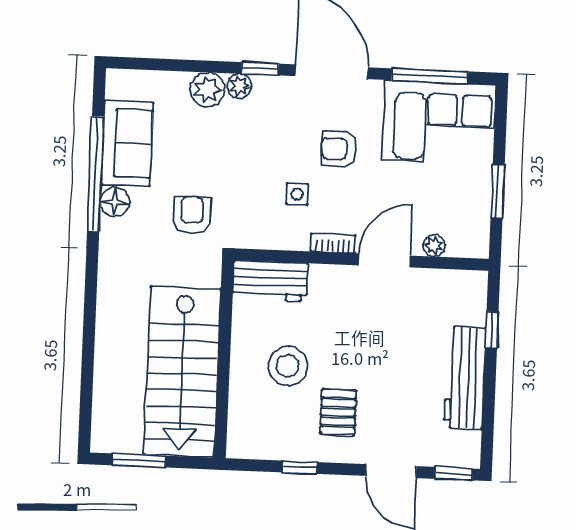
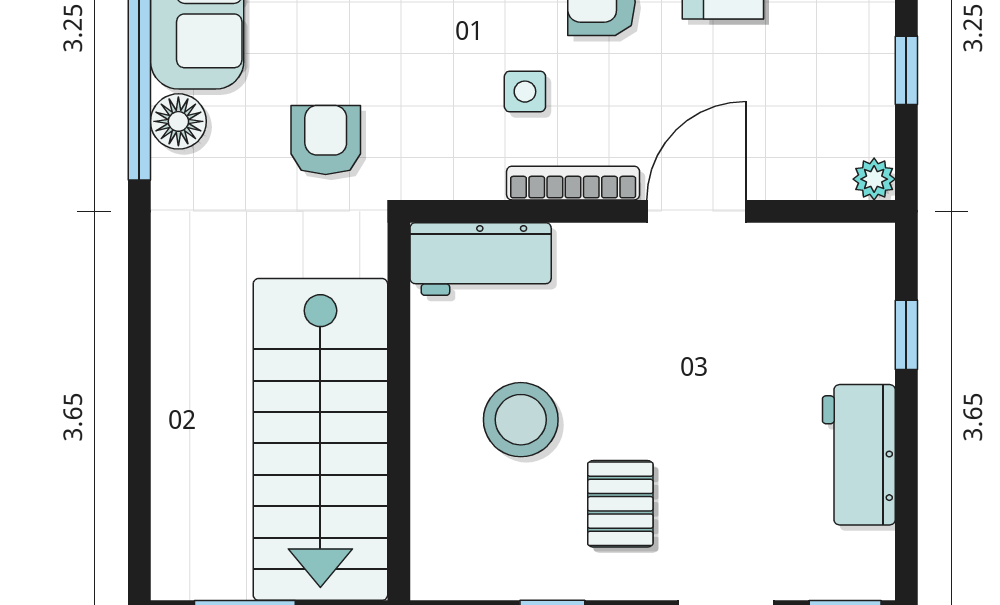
window: (498, 191) -> (906, 70), width x0.67
bookcase: (333, 243) -> (573, 183), width x1.56
plant: (434, 246) -> (874, 179), moved
workbench: (465, 378) -> (859, 455), width x0.73

